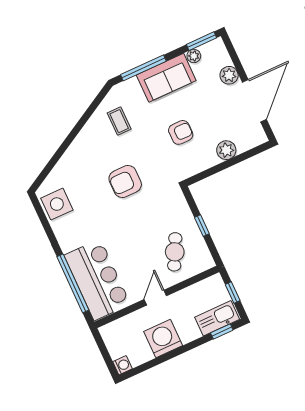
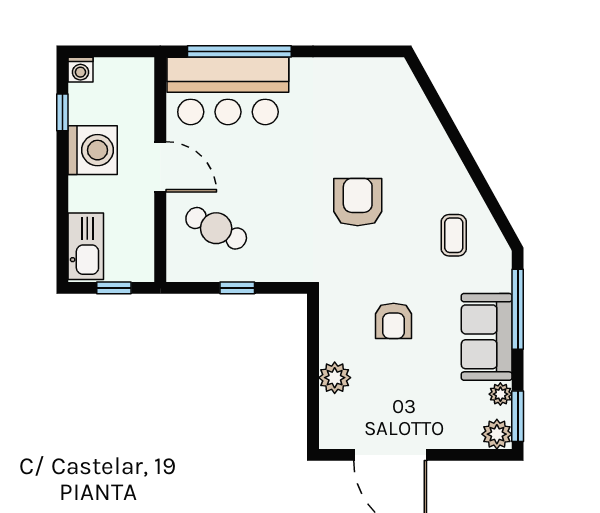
plant: (229, 75) -> (497, 434), moved
coffee table: (119, 121) -> (454, 235), turned 90
side table: (57, 204) -> (371, 83), removed
door: (155, 298) -> (160, 167), width x1.38
window: (222, 331) -> (62, 112), moved

